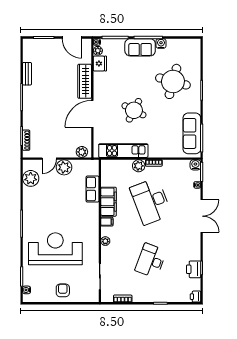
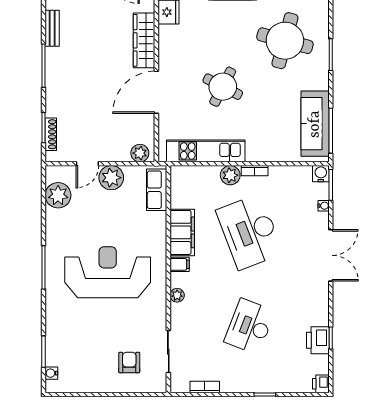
row of seats: (93, 189) -> (157, 190), moved
reception desk: (55, 249) -> (108, 272), moved
armchair: (63, 290) -> (129, 363), moved

